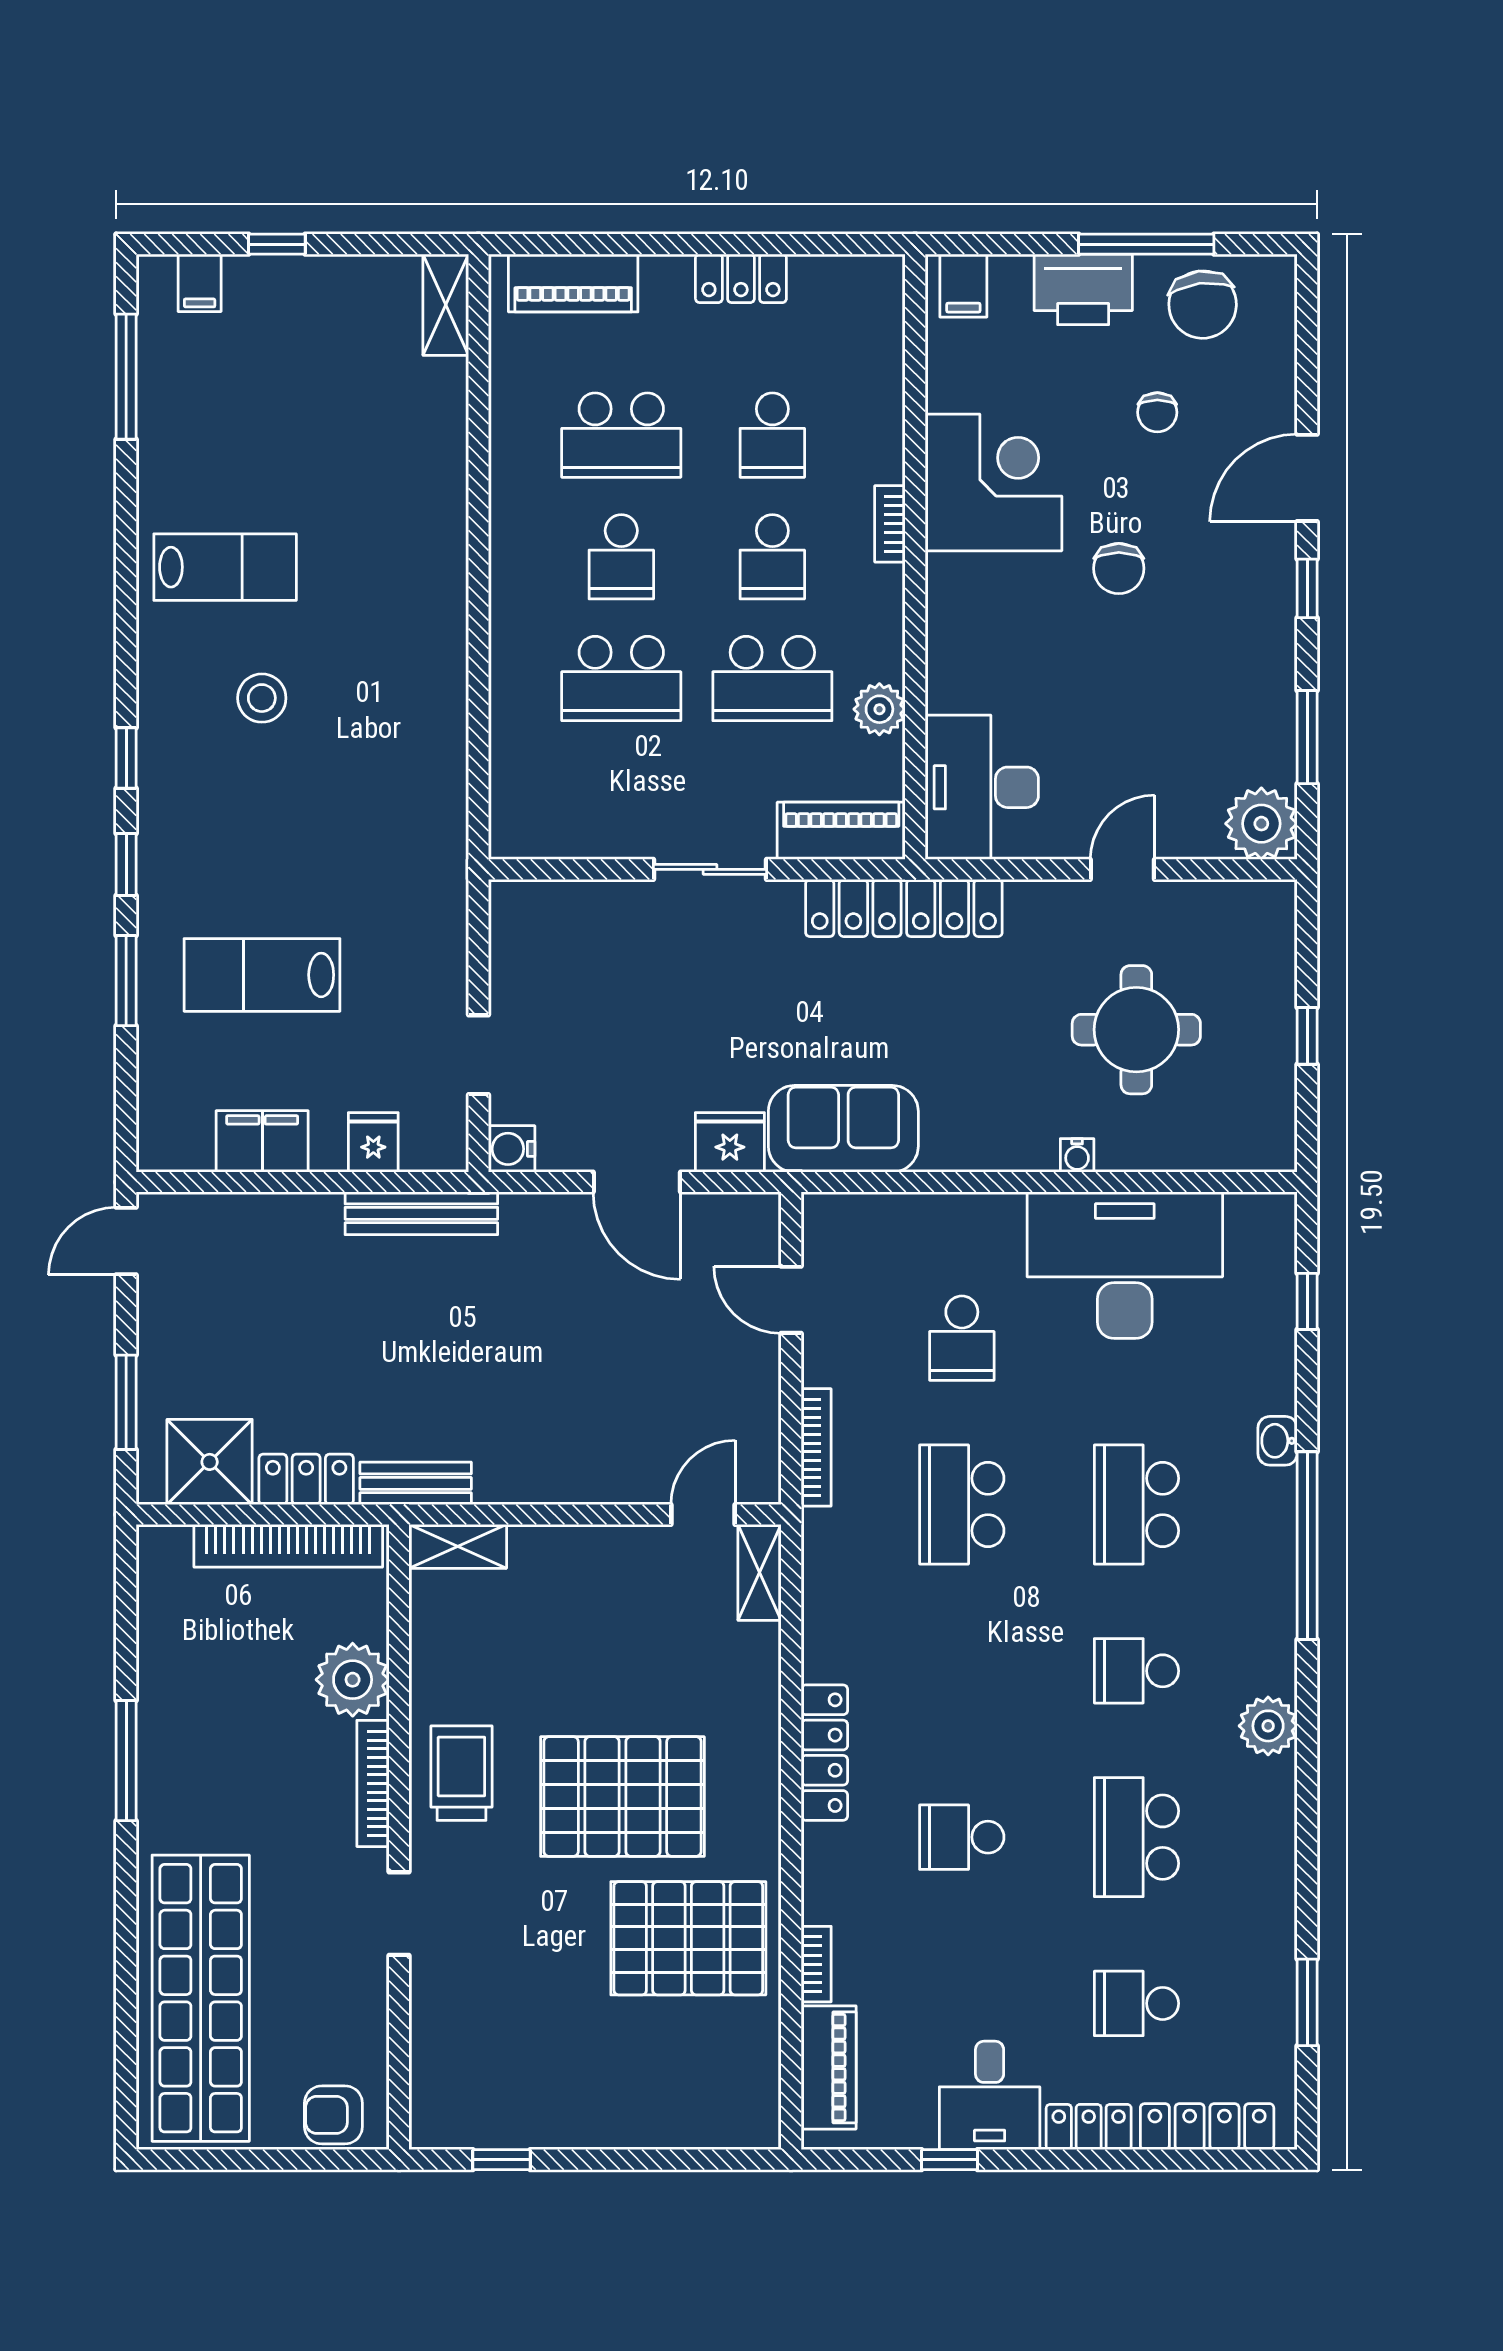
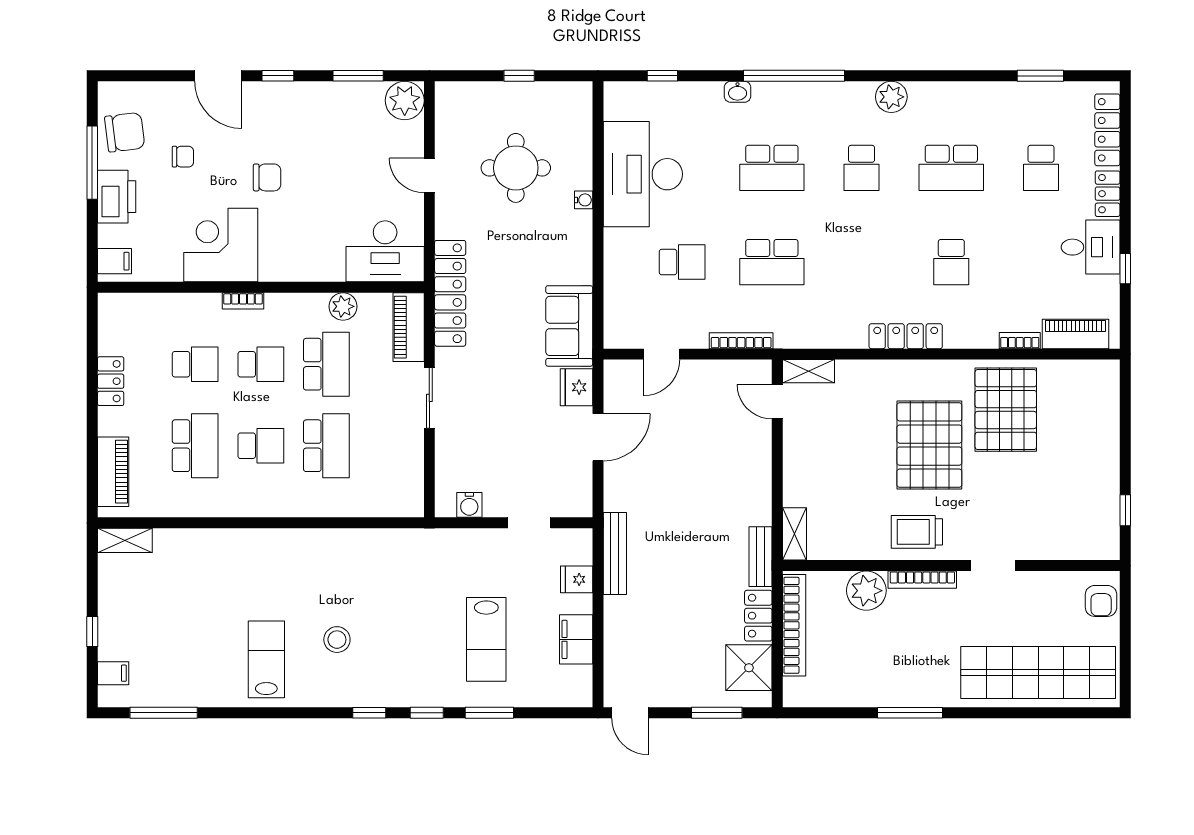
water cooler: (512, 1149) -> (469, 505), moved

